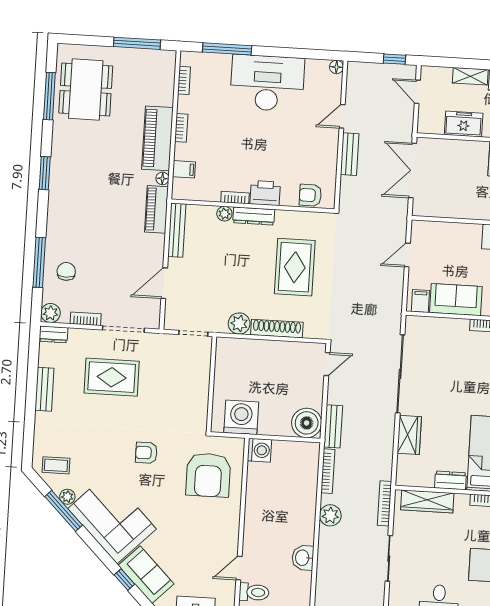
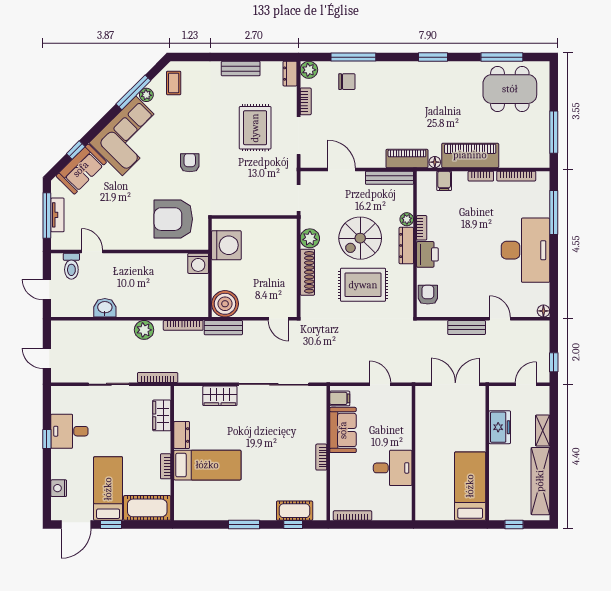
bookcase: (184, 80) -> (516, 176), width x1.56
spiral stairs: (242, 267) -> (360, 238), added
wardrobe: (427, 501) -> (162, 415), width x0.67

